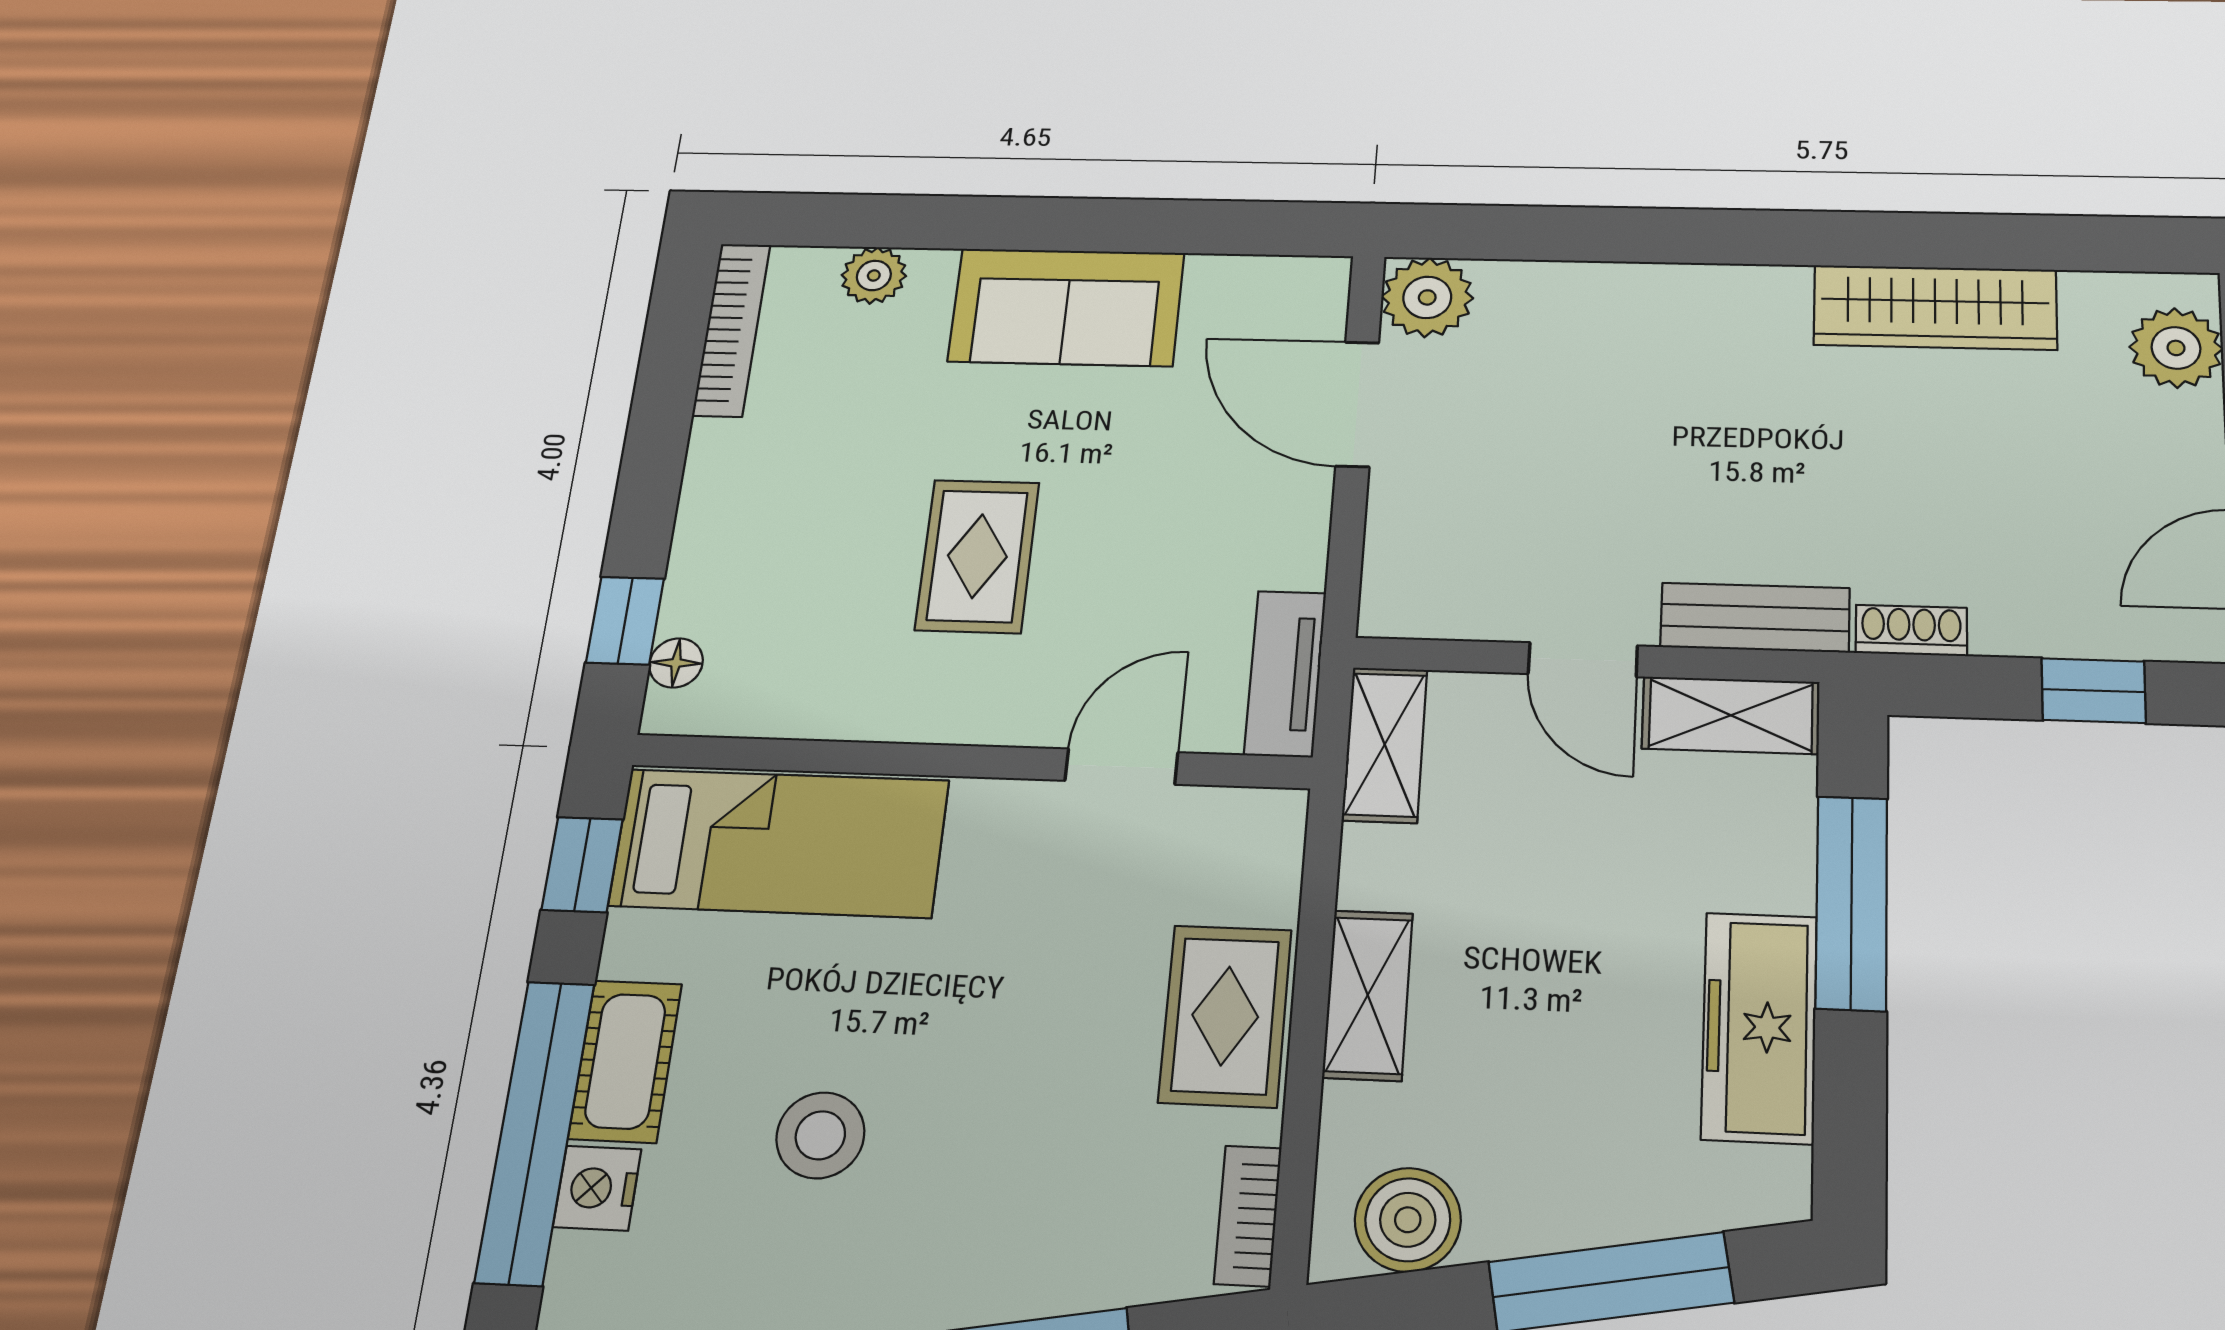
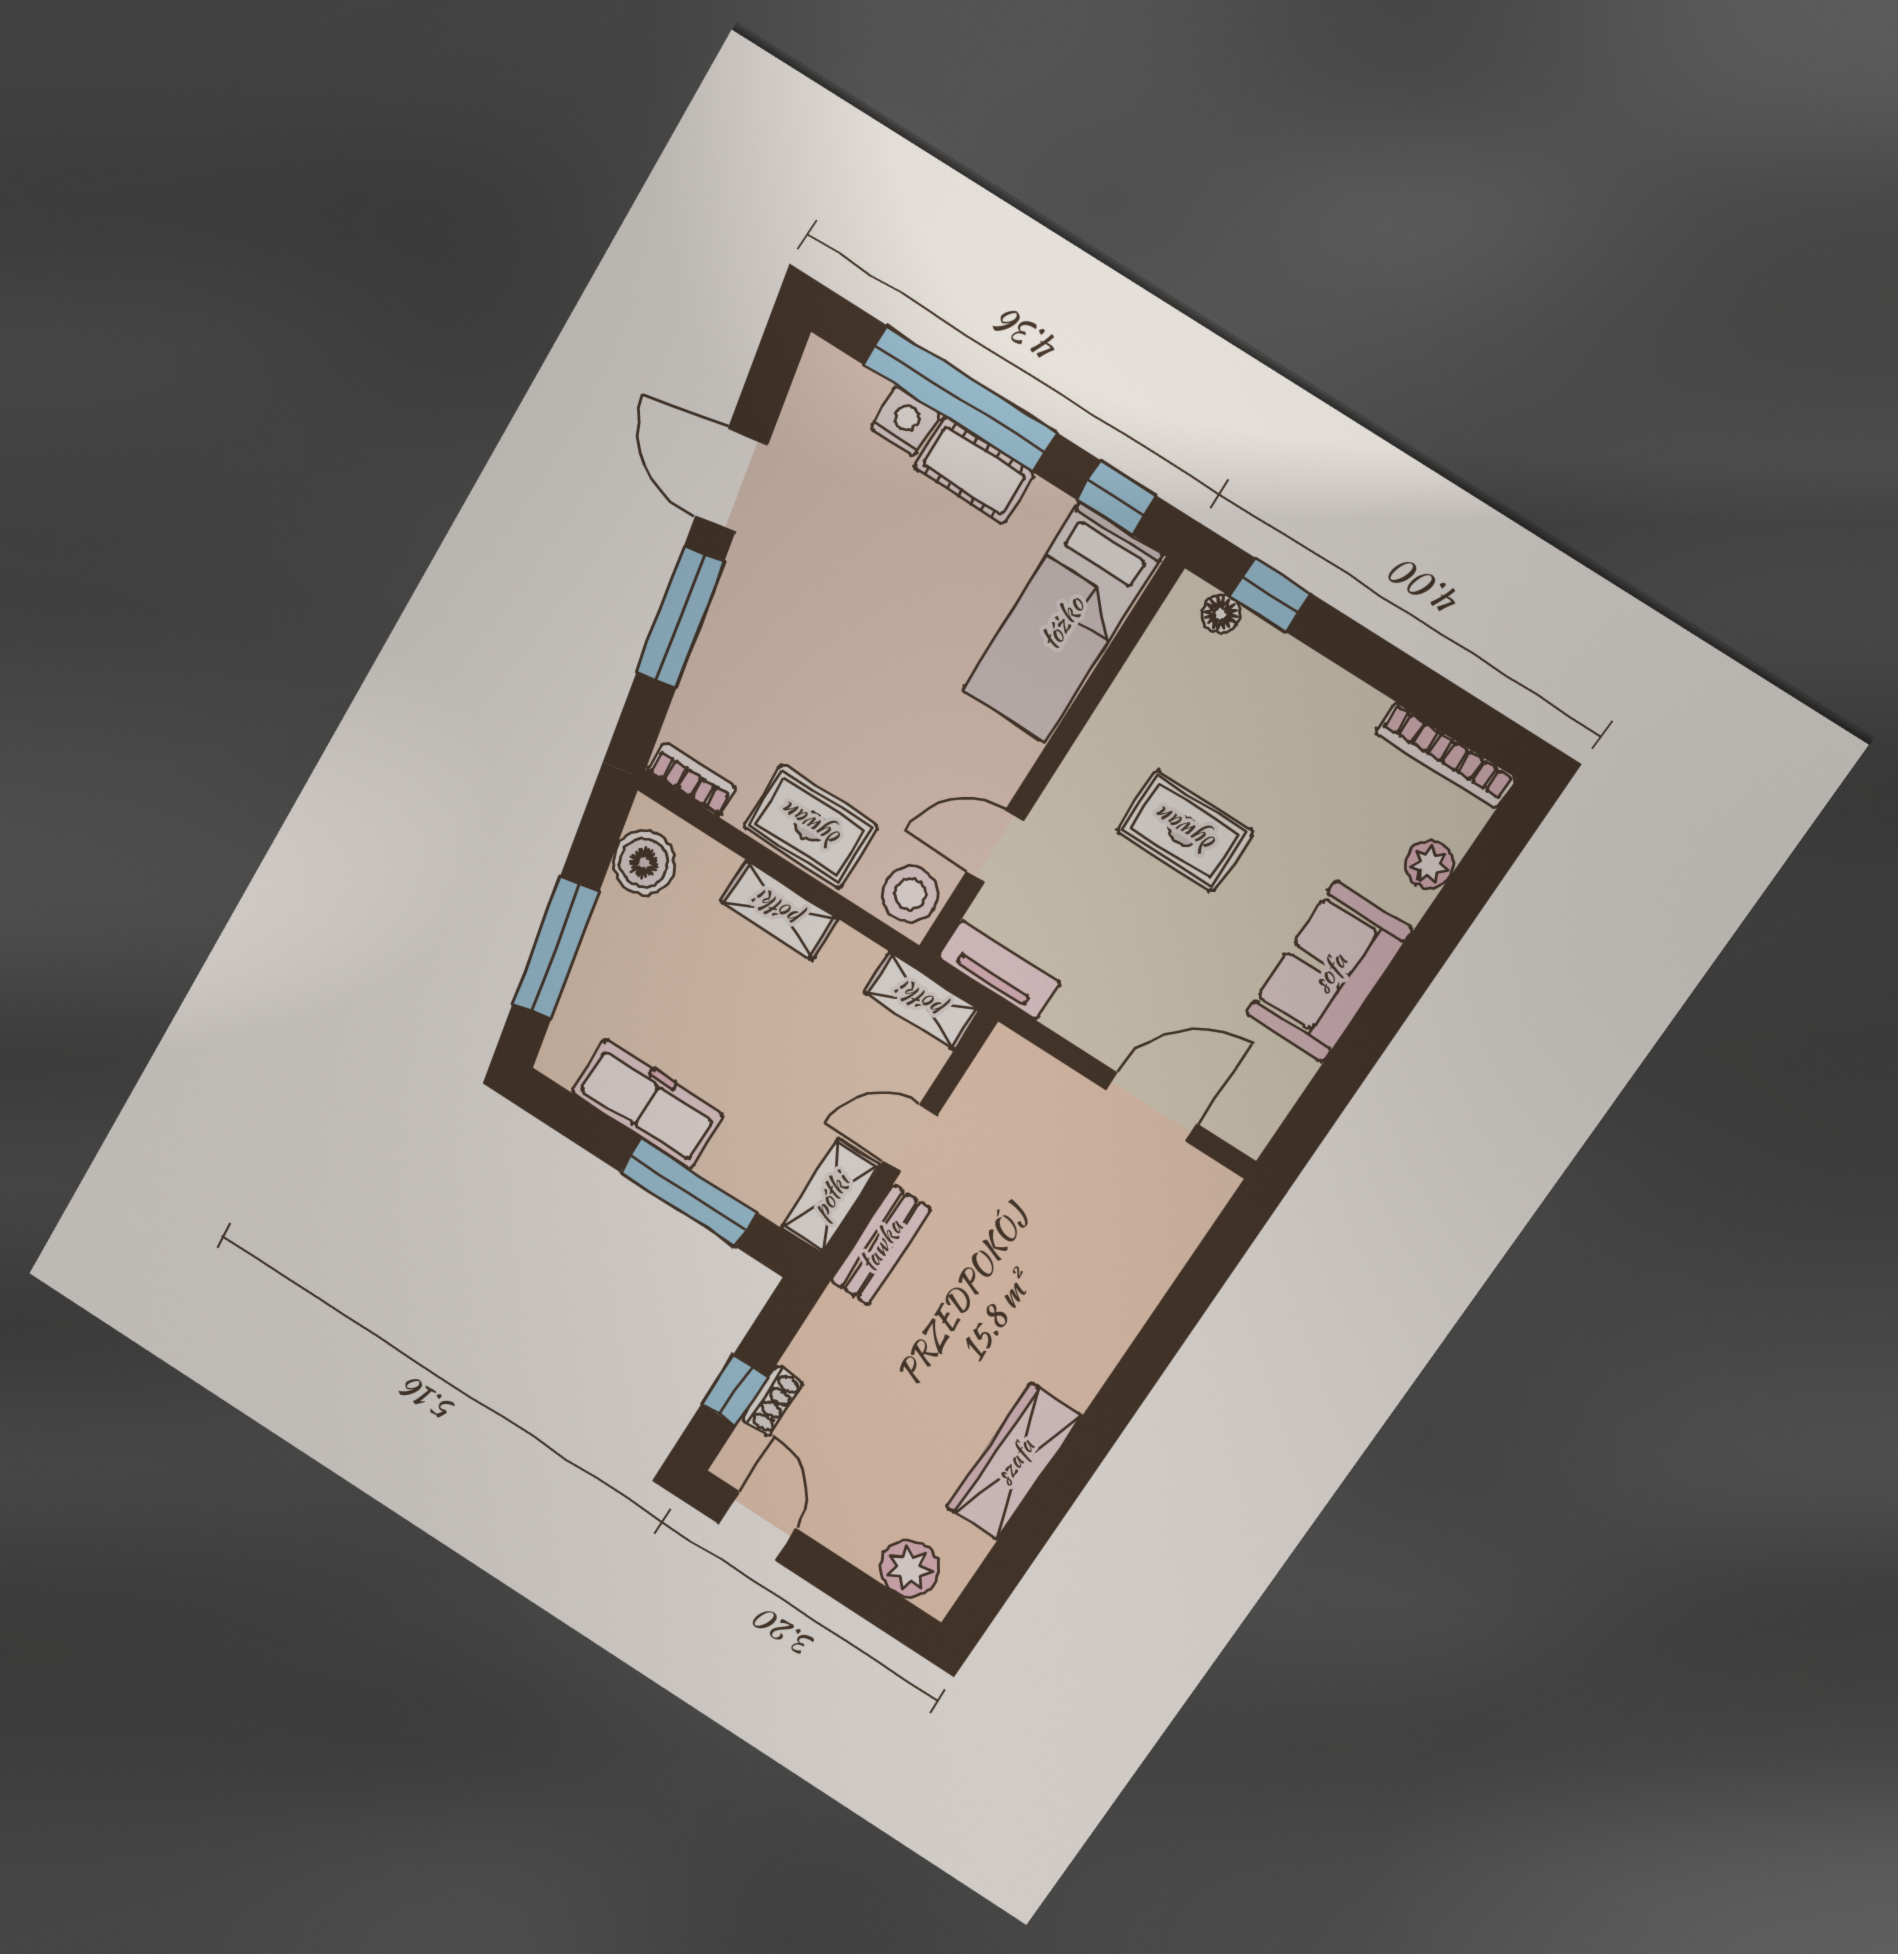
plant: (1427, 297) -> (1199, 1188), removed
shoe rack: (1911, 630) -> (772, 1401), moved
door: (1121, 767) -> (995, 846), swing flipped
stool: (820, 1135) -> (910, 894), moved

